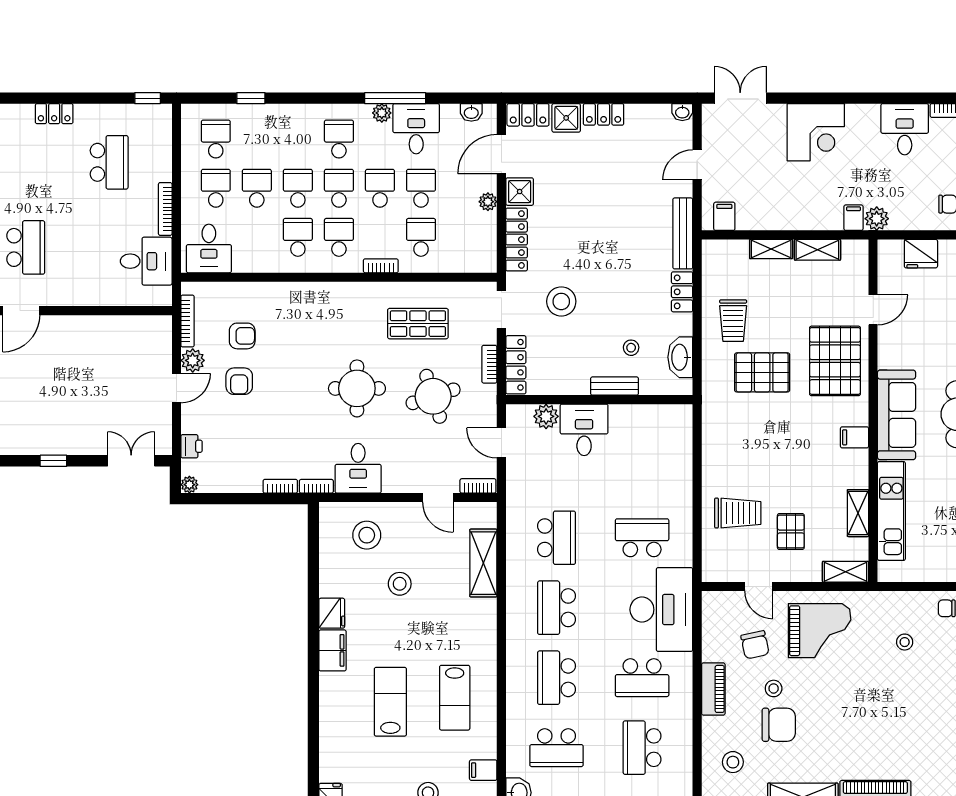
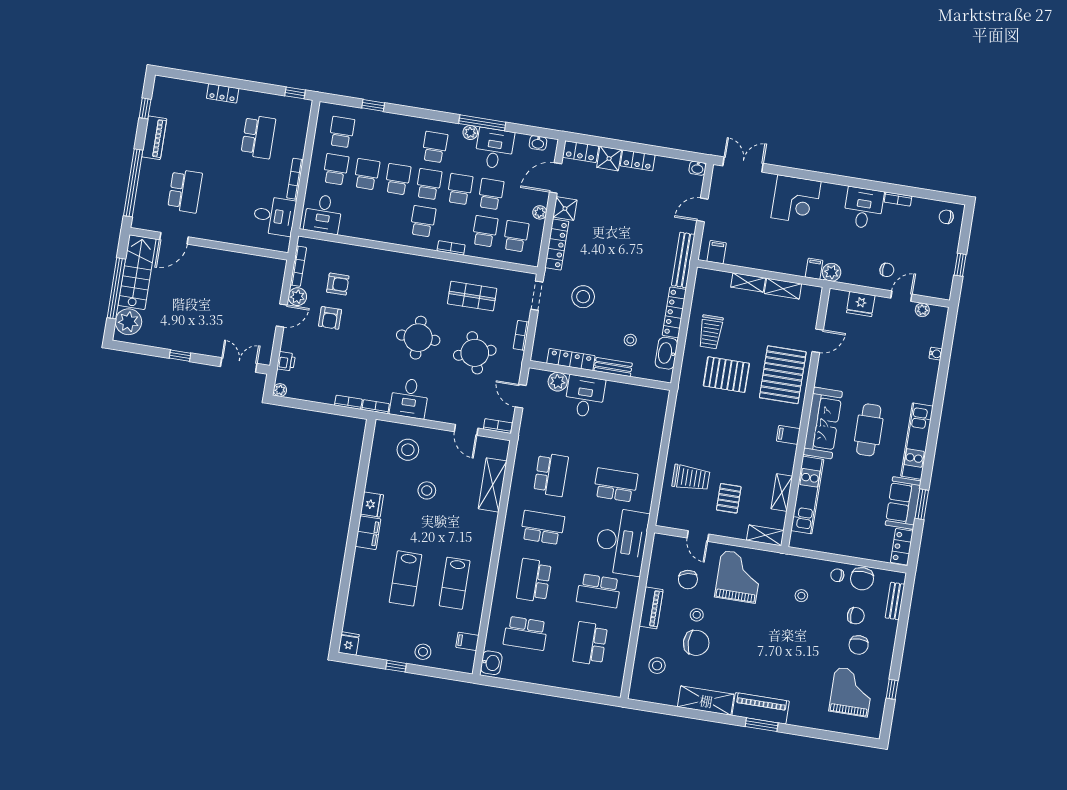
school desk: (298, 237) -> (516, 236), moved
locker: (682, 292) -> (674, 312), width x1.53
locker: (516, 365) -> (571, 360), moved, turned -90
school desk: (556, 608) -> (542, 527), turned 90
grand piano: (820, 631) -> (739, 577), turned -90
lab bench: (390, 702) -> (405, 578), turned 180

